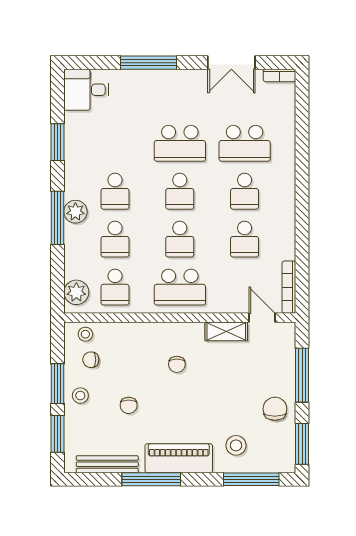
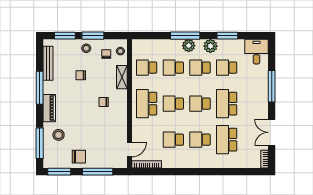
school desk: (115, 143) -> (227, 68), added
plant: (76, 292) -> (210, 46), moved
shelving: (226, 331) -> (122, 77), moved
piano: (179, 458) -> (49, 108), width x0.73, depth x0.75

